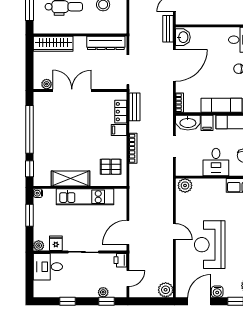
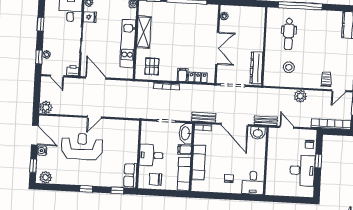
wardrobe: (53, 44) -> (258, 23), removed
double door: (72, 90) -> (217, 48), moved
bench: (134, 107) -> (204, 117), moved
plant: (185, 185) -> (133, 128), removed

